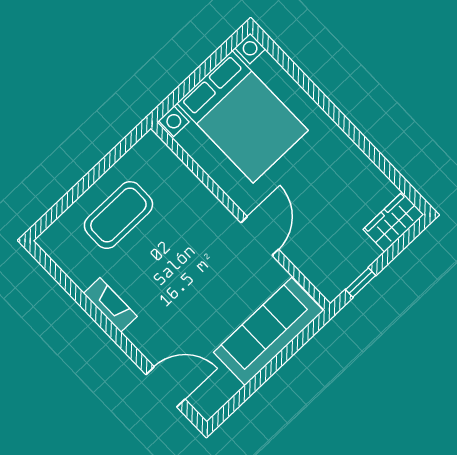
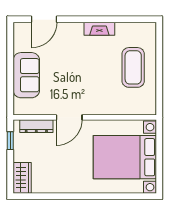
door: (260, 236) -> (69, 117), hinge flipped
dresser: (310, 267) -> (36, 126), added
sofa: (268, 331) -> (26, 75), width x0.73

